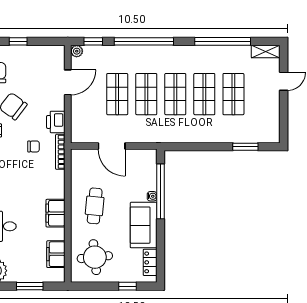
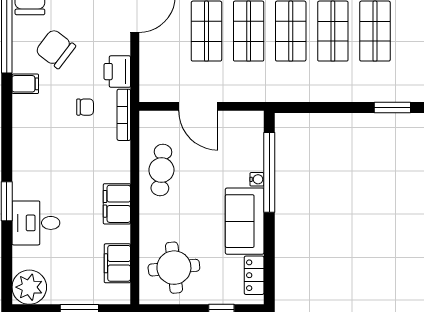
cafe table: (95, 206) -> (161, 170), moved

